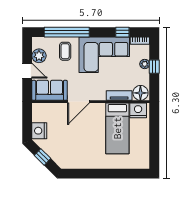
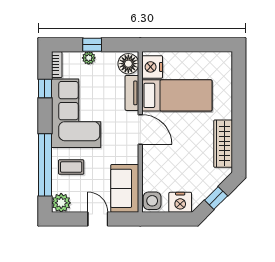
plant: (39, 56) -> (61, 203), moved
door: (27, 71) -> (98, 219), hinge flipped
door: (79, 102) -> (140, 129), moved
side table: (40, 110) -> (152, 201), added
wardrobe: (82, 162) -> (223, 144), added

